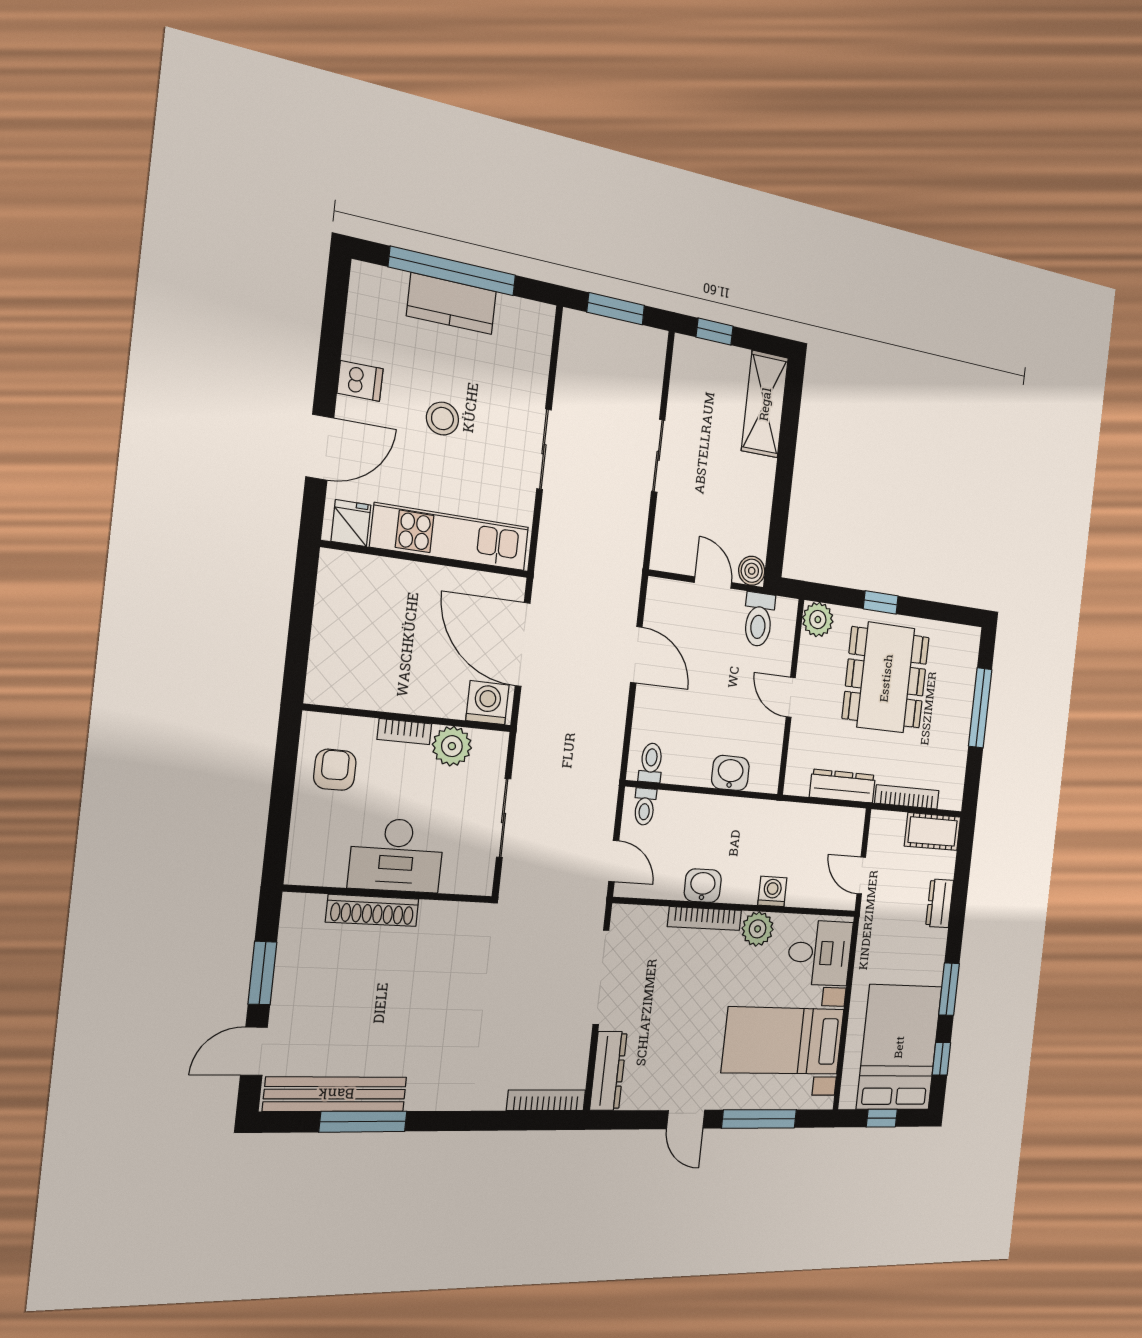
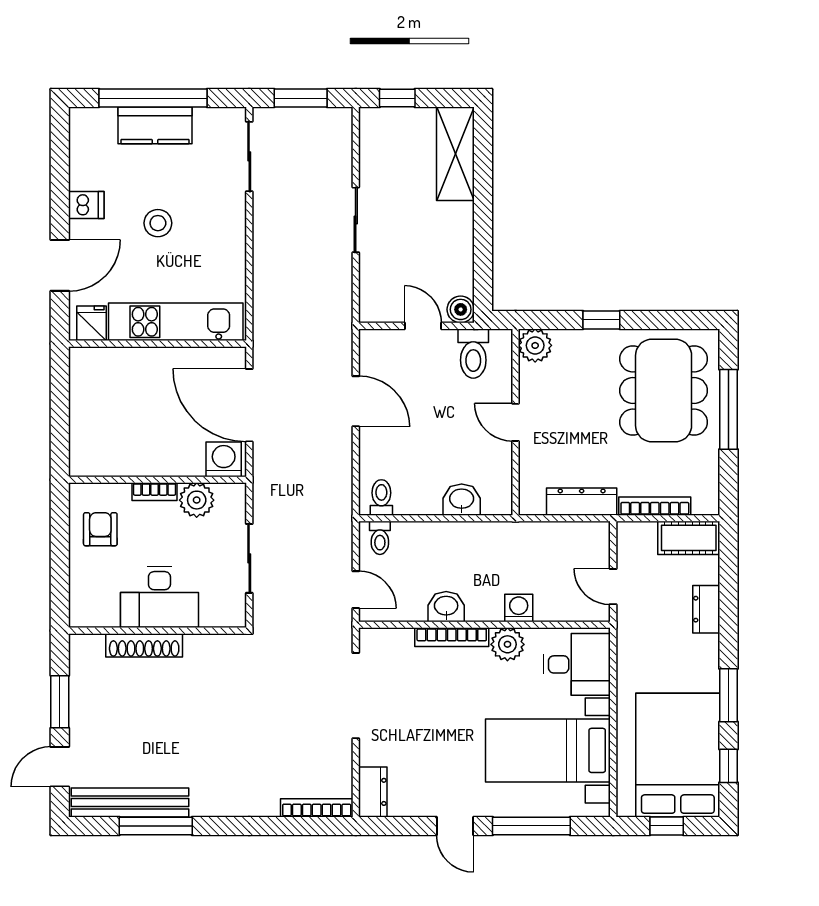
sliding door: (544, 449) -> (249, 156), moved
dining table: (886, 678) -> (664, 391), moved
dresser: (608, 1071) -> (373, 792), width x0.70

